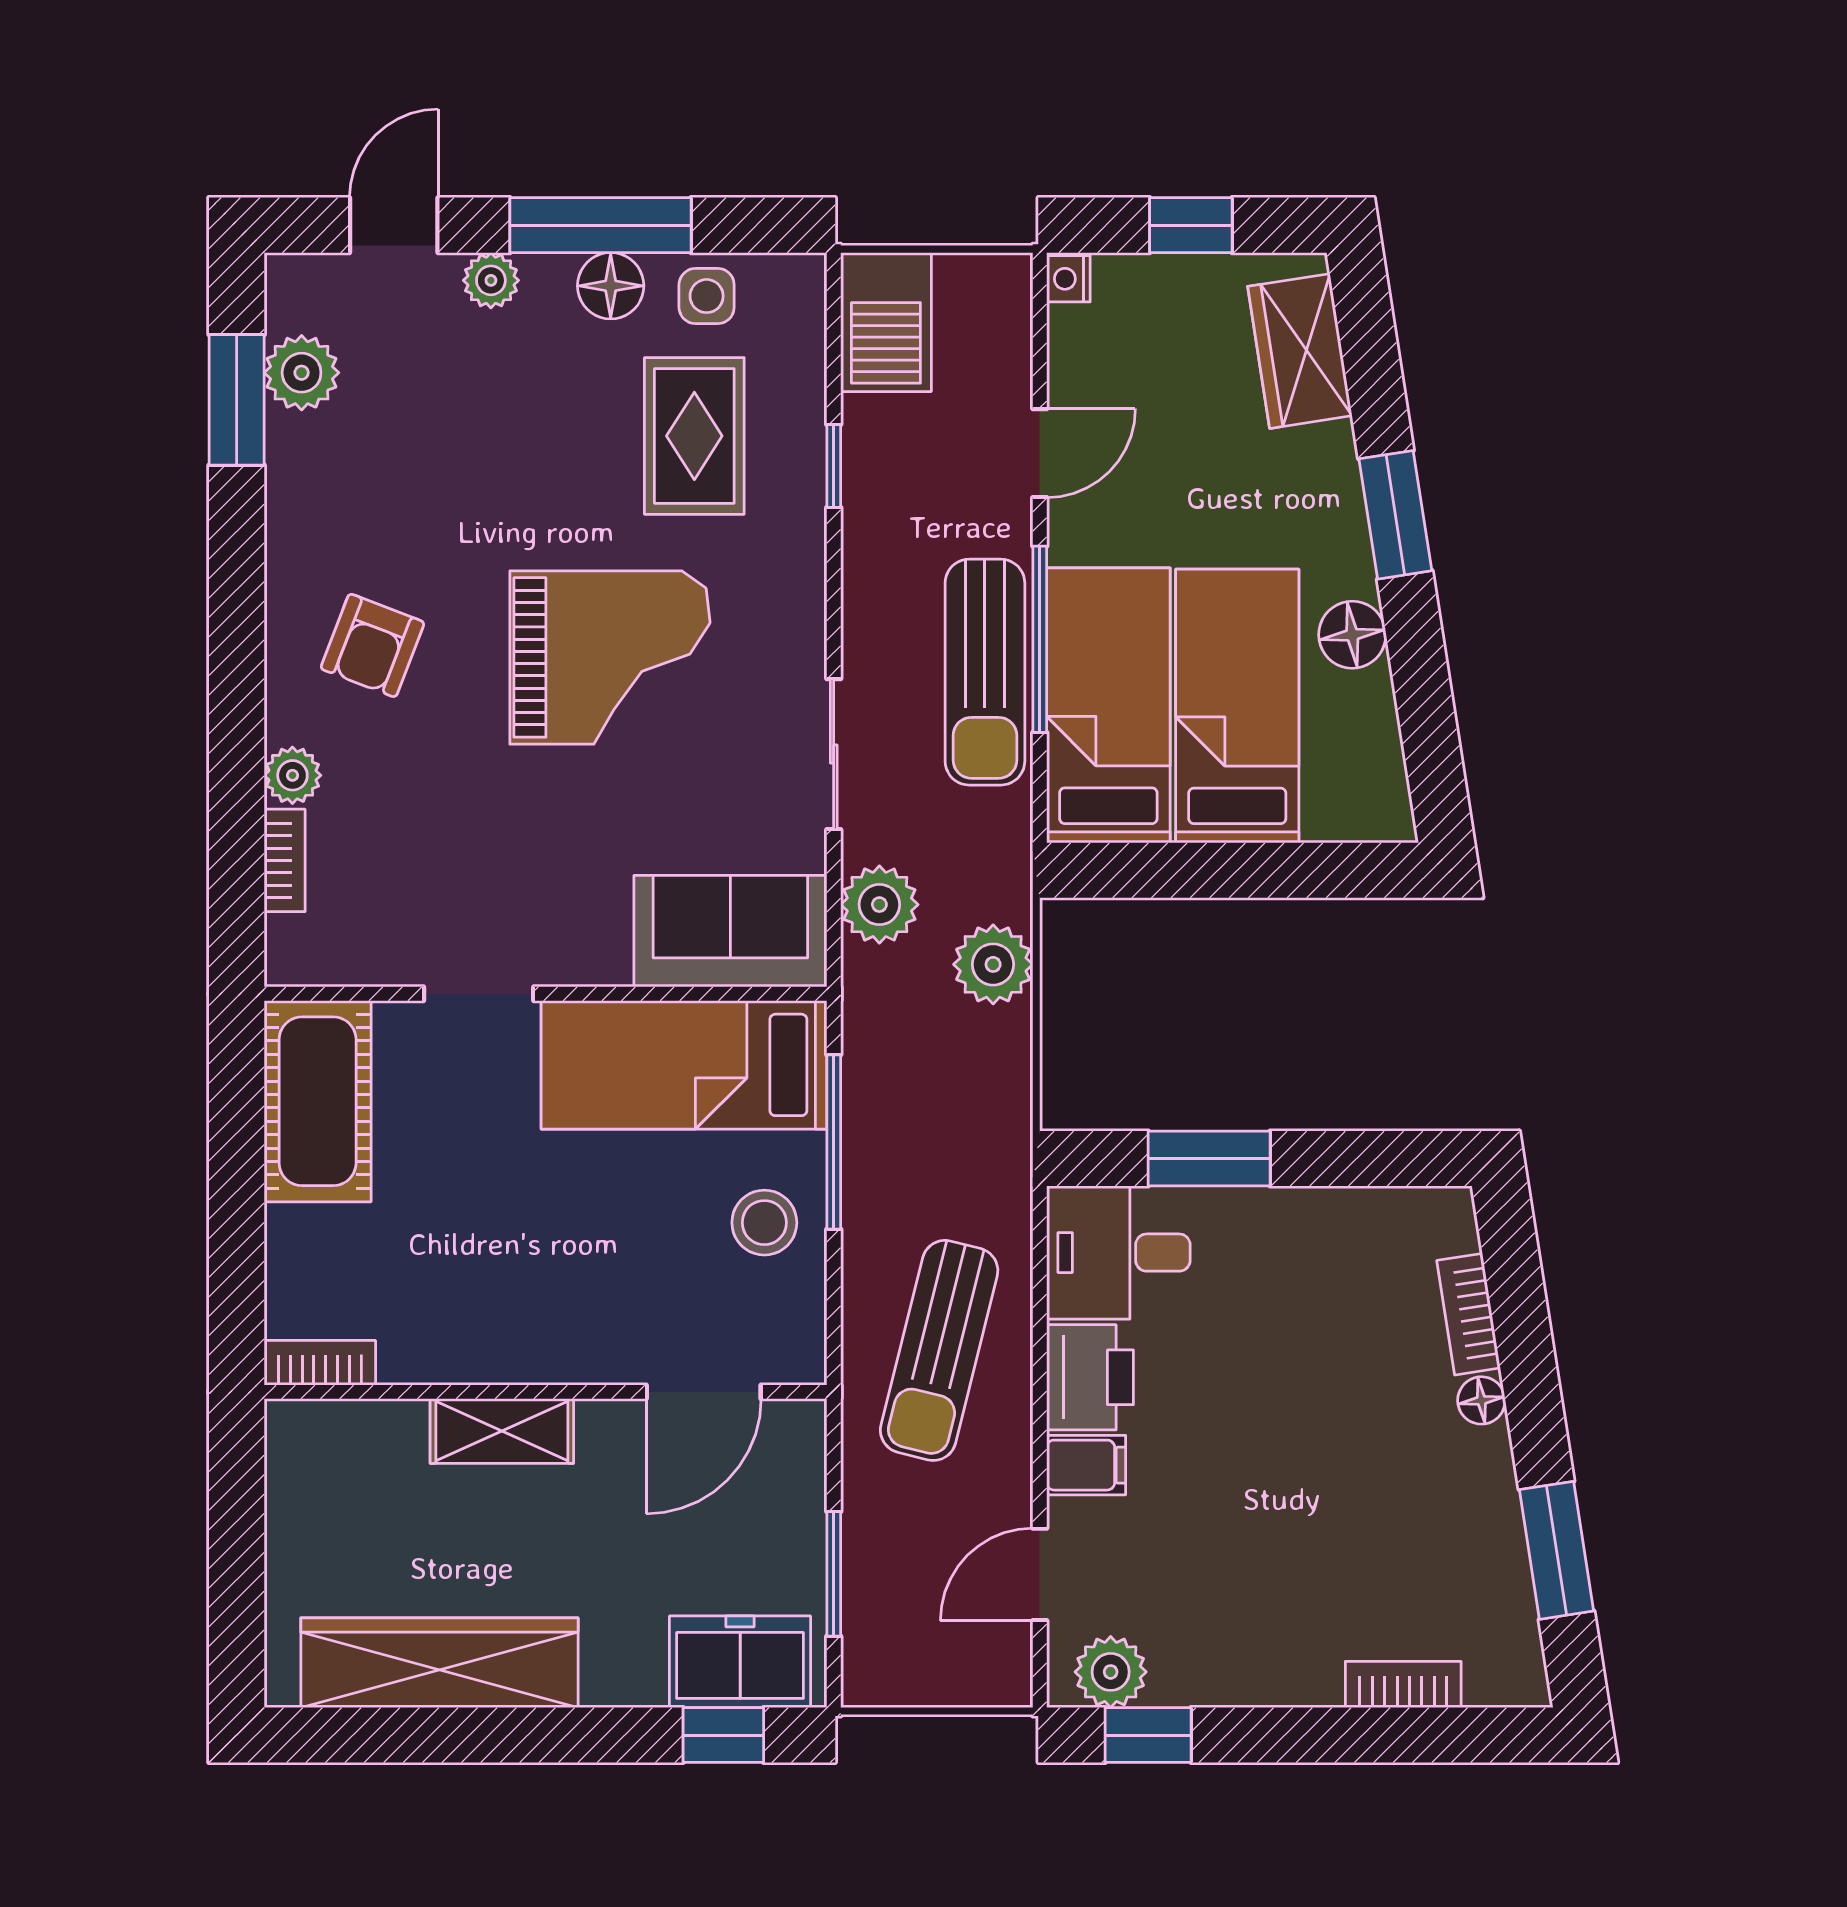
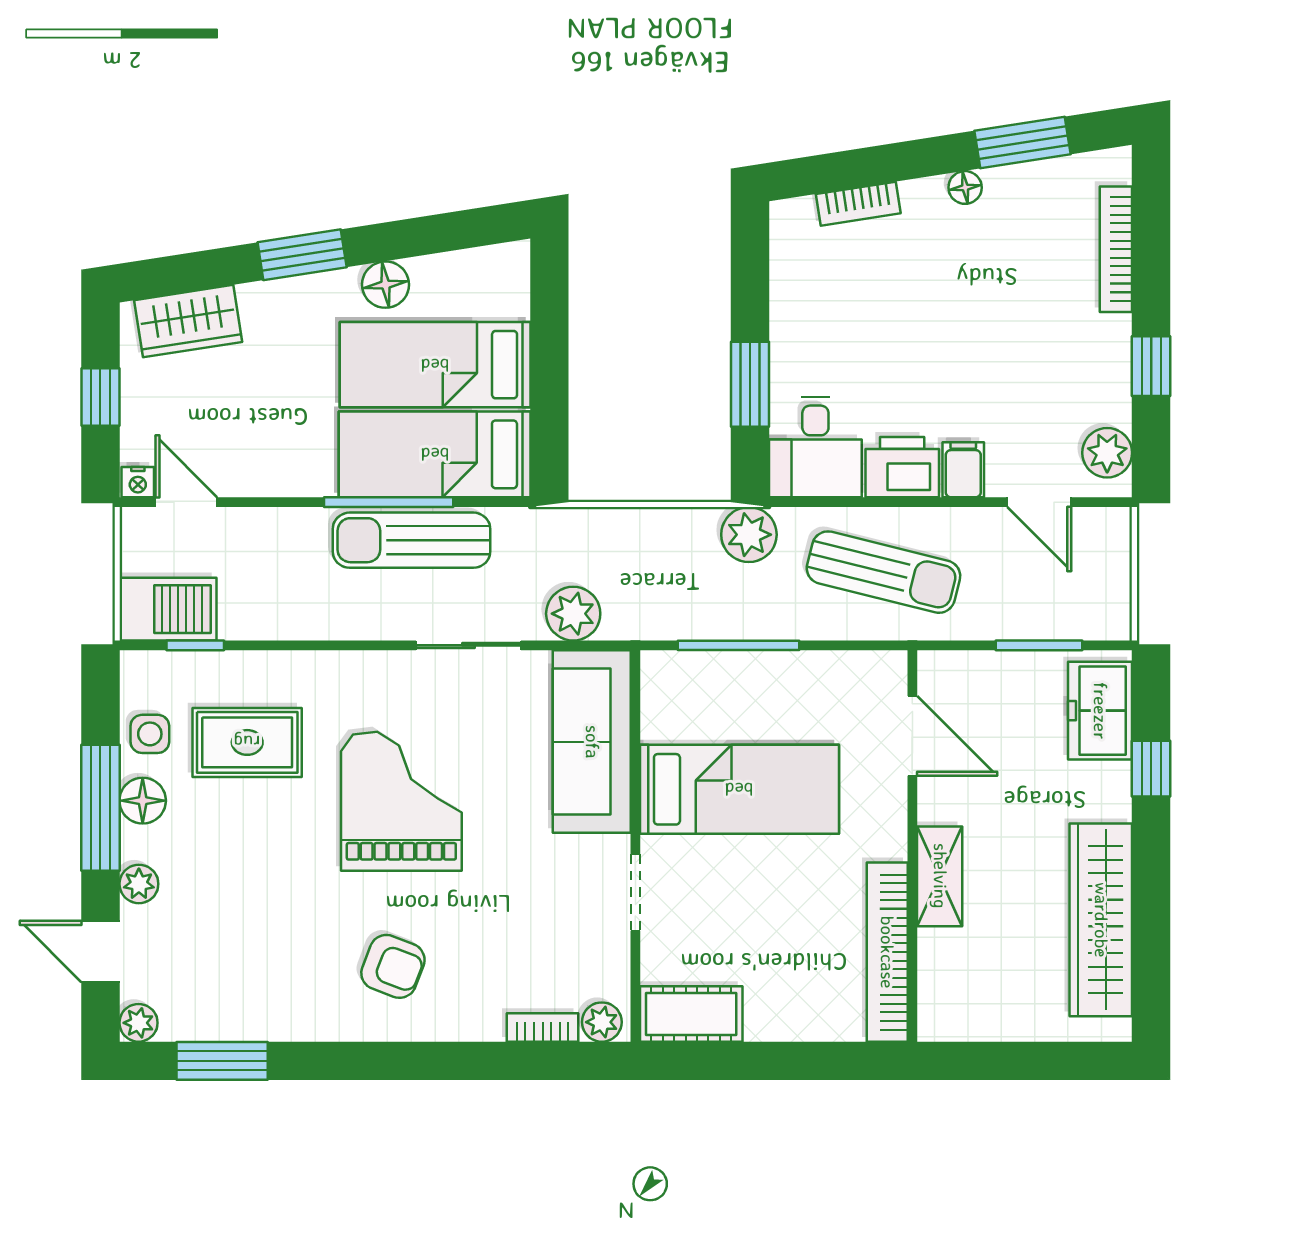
plant: (302, 373) -> (139, 1023), moved, width x0.73, depth x0.73
door: (1040, 453) -> (186, 502), moved
window: (834, 466) -> (195, 645), moved
sun lounger: (985, 672) -> (412, 540), turned 180
plant: (292, 775) -> (602, 1022), moved
sofa: (730, 931) -> (592, 742), width x1.36
plant: (993, 964) -> (749, 535), moved
bed: (684, 1065) -> (739, 789), moved, turned -90
cot: (318, 1101) -> (691, 1014), width x0.73, depth x0.75
stool: (764, 1223) -> (795, 694), removed
bookcase: (320, 1363) -> (887, 952), width x2.31, depth x1.31
floor lamp: (1481, 1400) -> (965, 187), moved
bookcase: (1403, 1684) -> (1116, 249), width x1.56
window: (723, 1735) -> (1151, 769), moved
window: (1148, 1735) -> (1151, 366), moved

